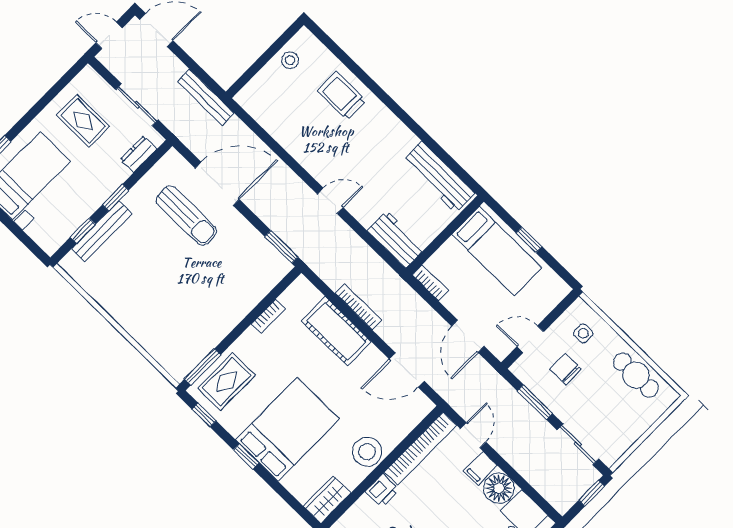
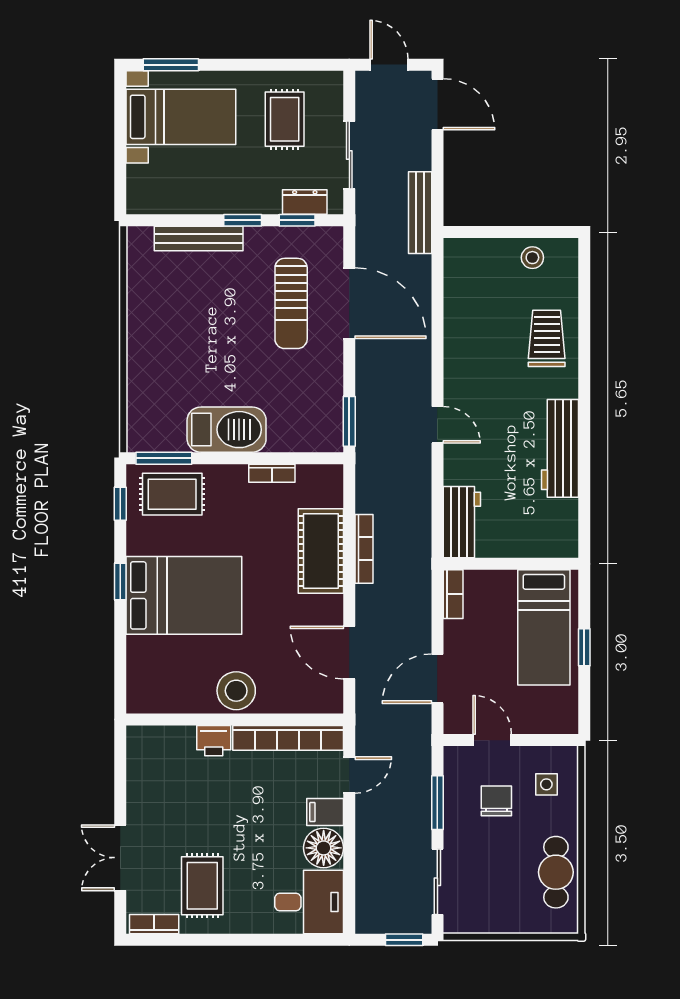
workbench: (439, 177) -> (560, 448), moved
window: (83, 231) -> (297, 220), moved
barbecue: (220, 318) -> (227, 430), added
wardrobe: (327, 500) -> (154, 697), removed

